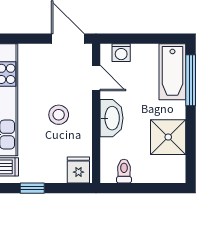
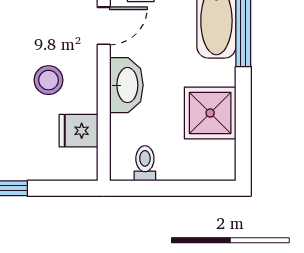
door: (96, 78) -> (104, 26), hinge flipped
fridge: (78, 170) -> (78, 131), moved, turned -90

